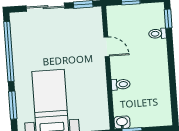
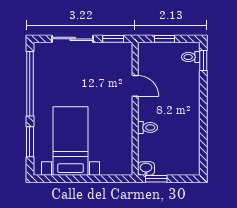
toilet: (157, 34) -> (191, 57), moved

